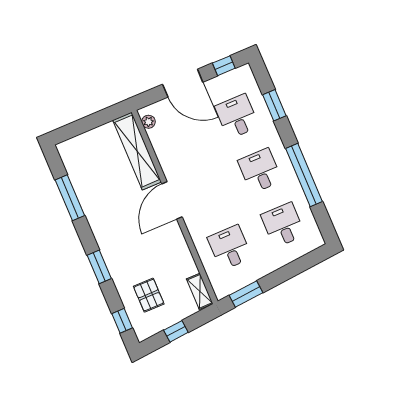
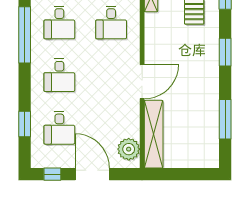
plant: (149, 122) -> (129, 149), width x1.88, depth x1.88
window: (304, 175) -> (25, 35), moved

